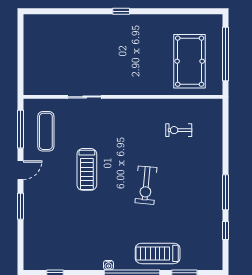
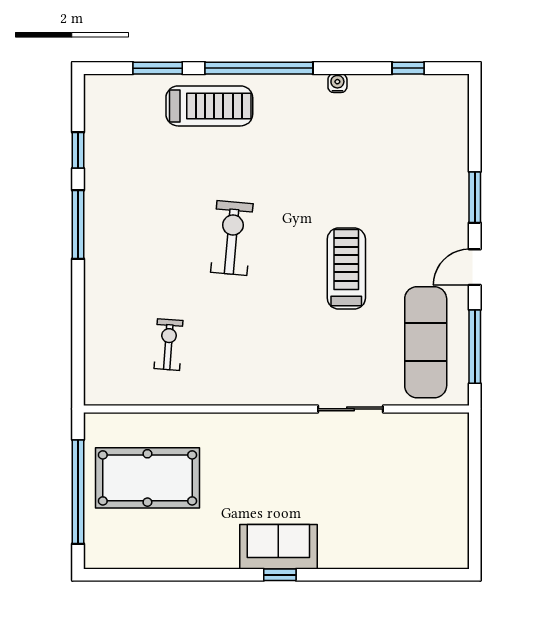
sofa: (122, 26) -> (278, 547), added
pool table: (190, 61) -> (147, 478), turned 90
exercise bike: (179, 130) -> (168, 345), turned -86
exercise mat: (46, 131) -> (426, 342), width x1.36, depth x1.45
water cooler: (108, 265) -> (337, 83), moved

